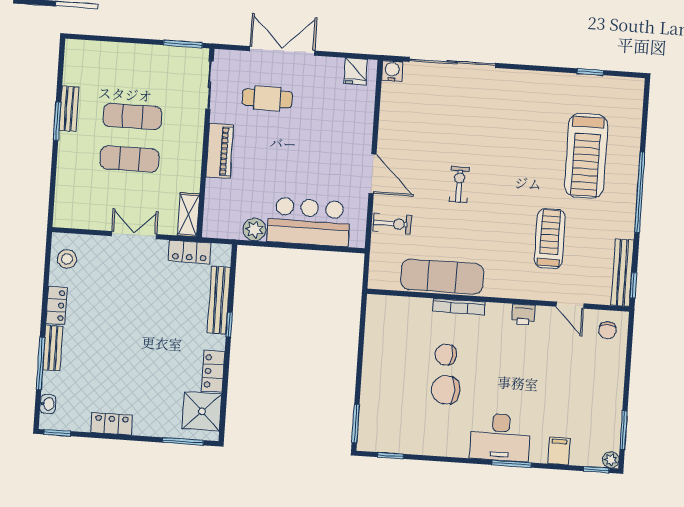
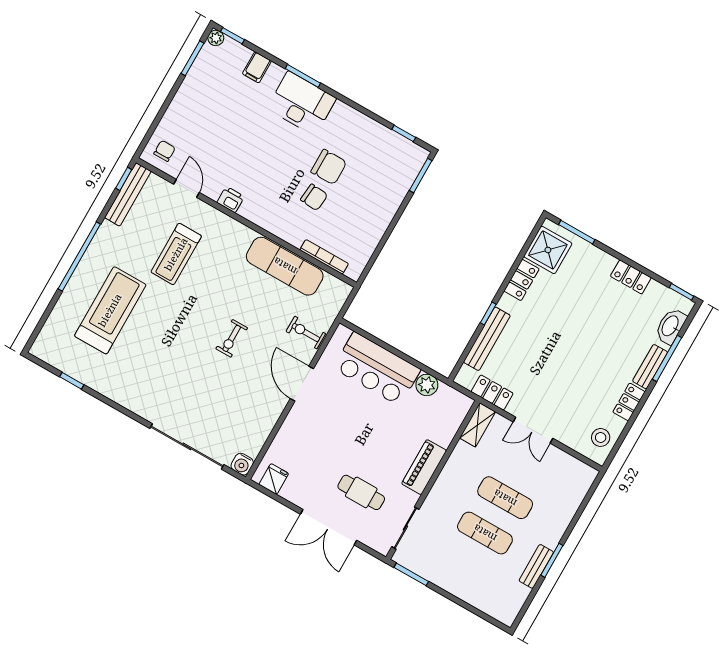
bookcase: (459, 307) -> (324, 257), moved
washbasin: (48, 404) -> (671, 326), width x1.91, depth x1.45

